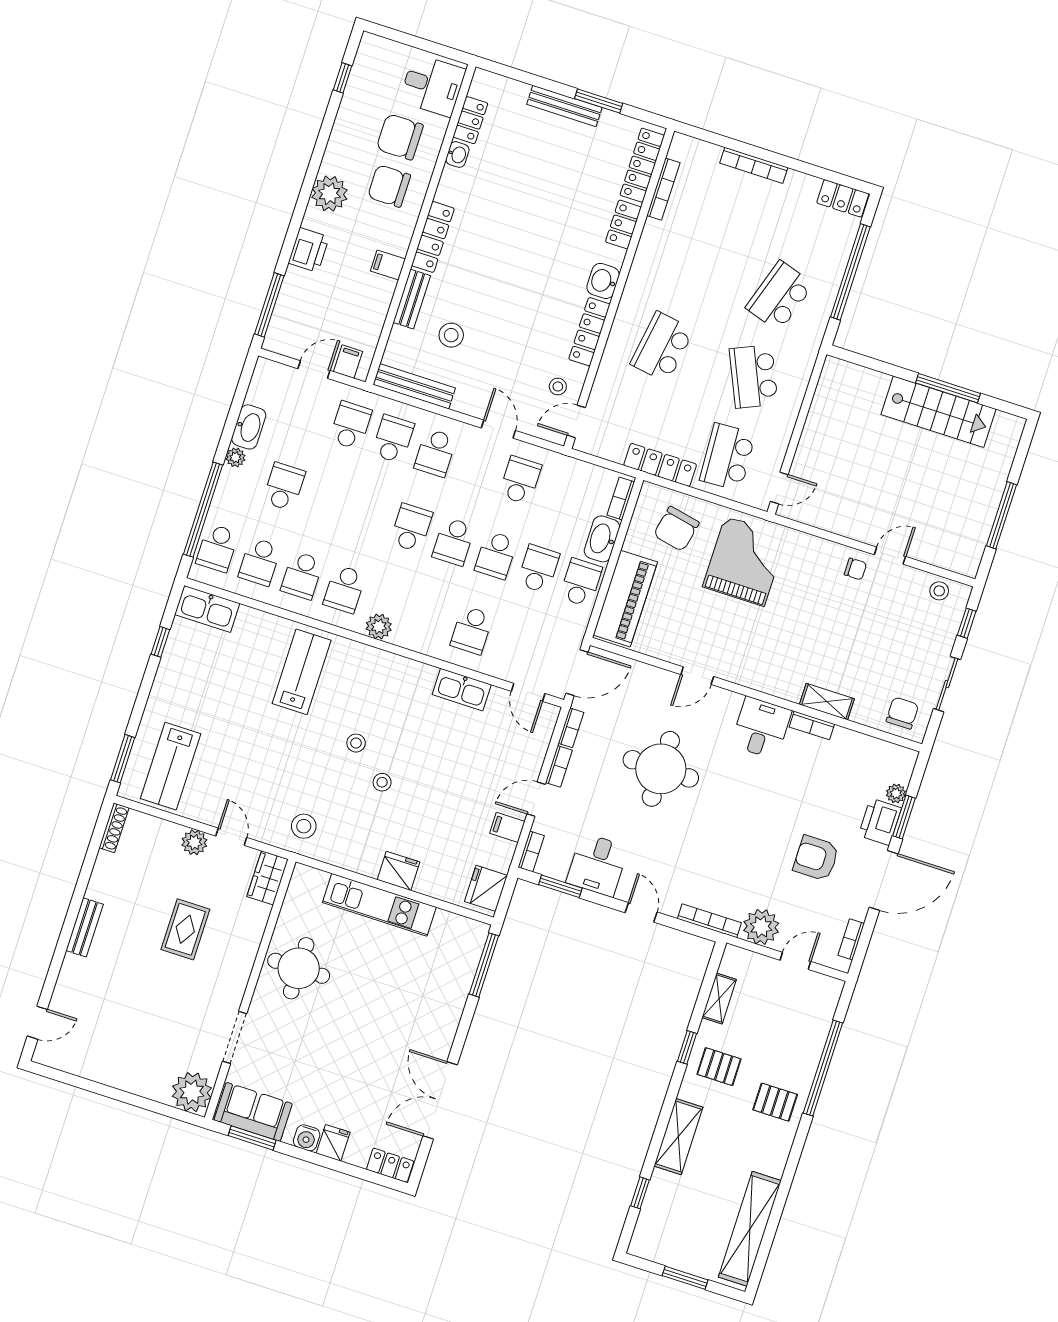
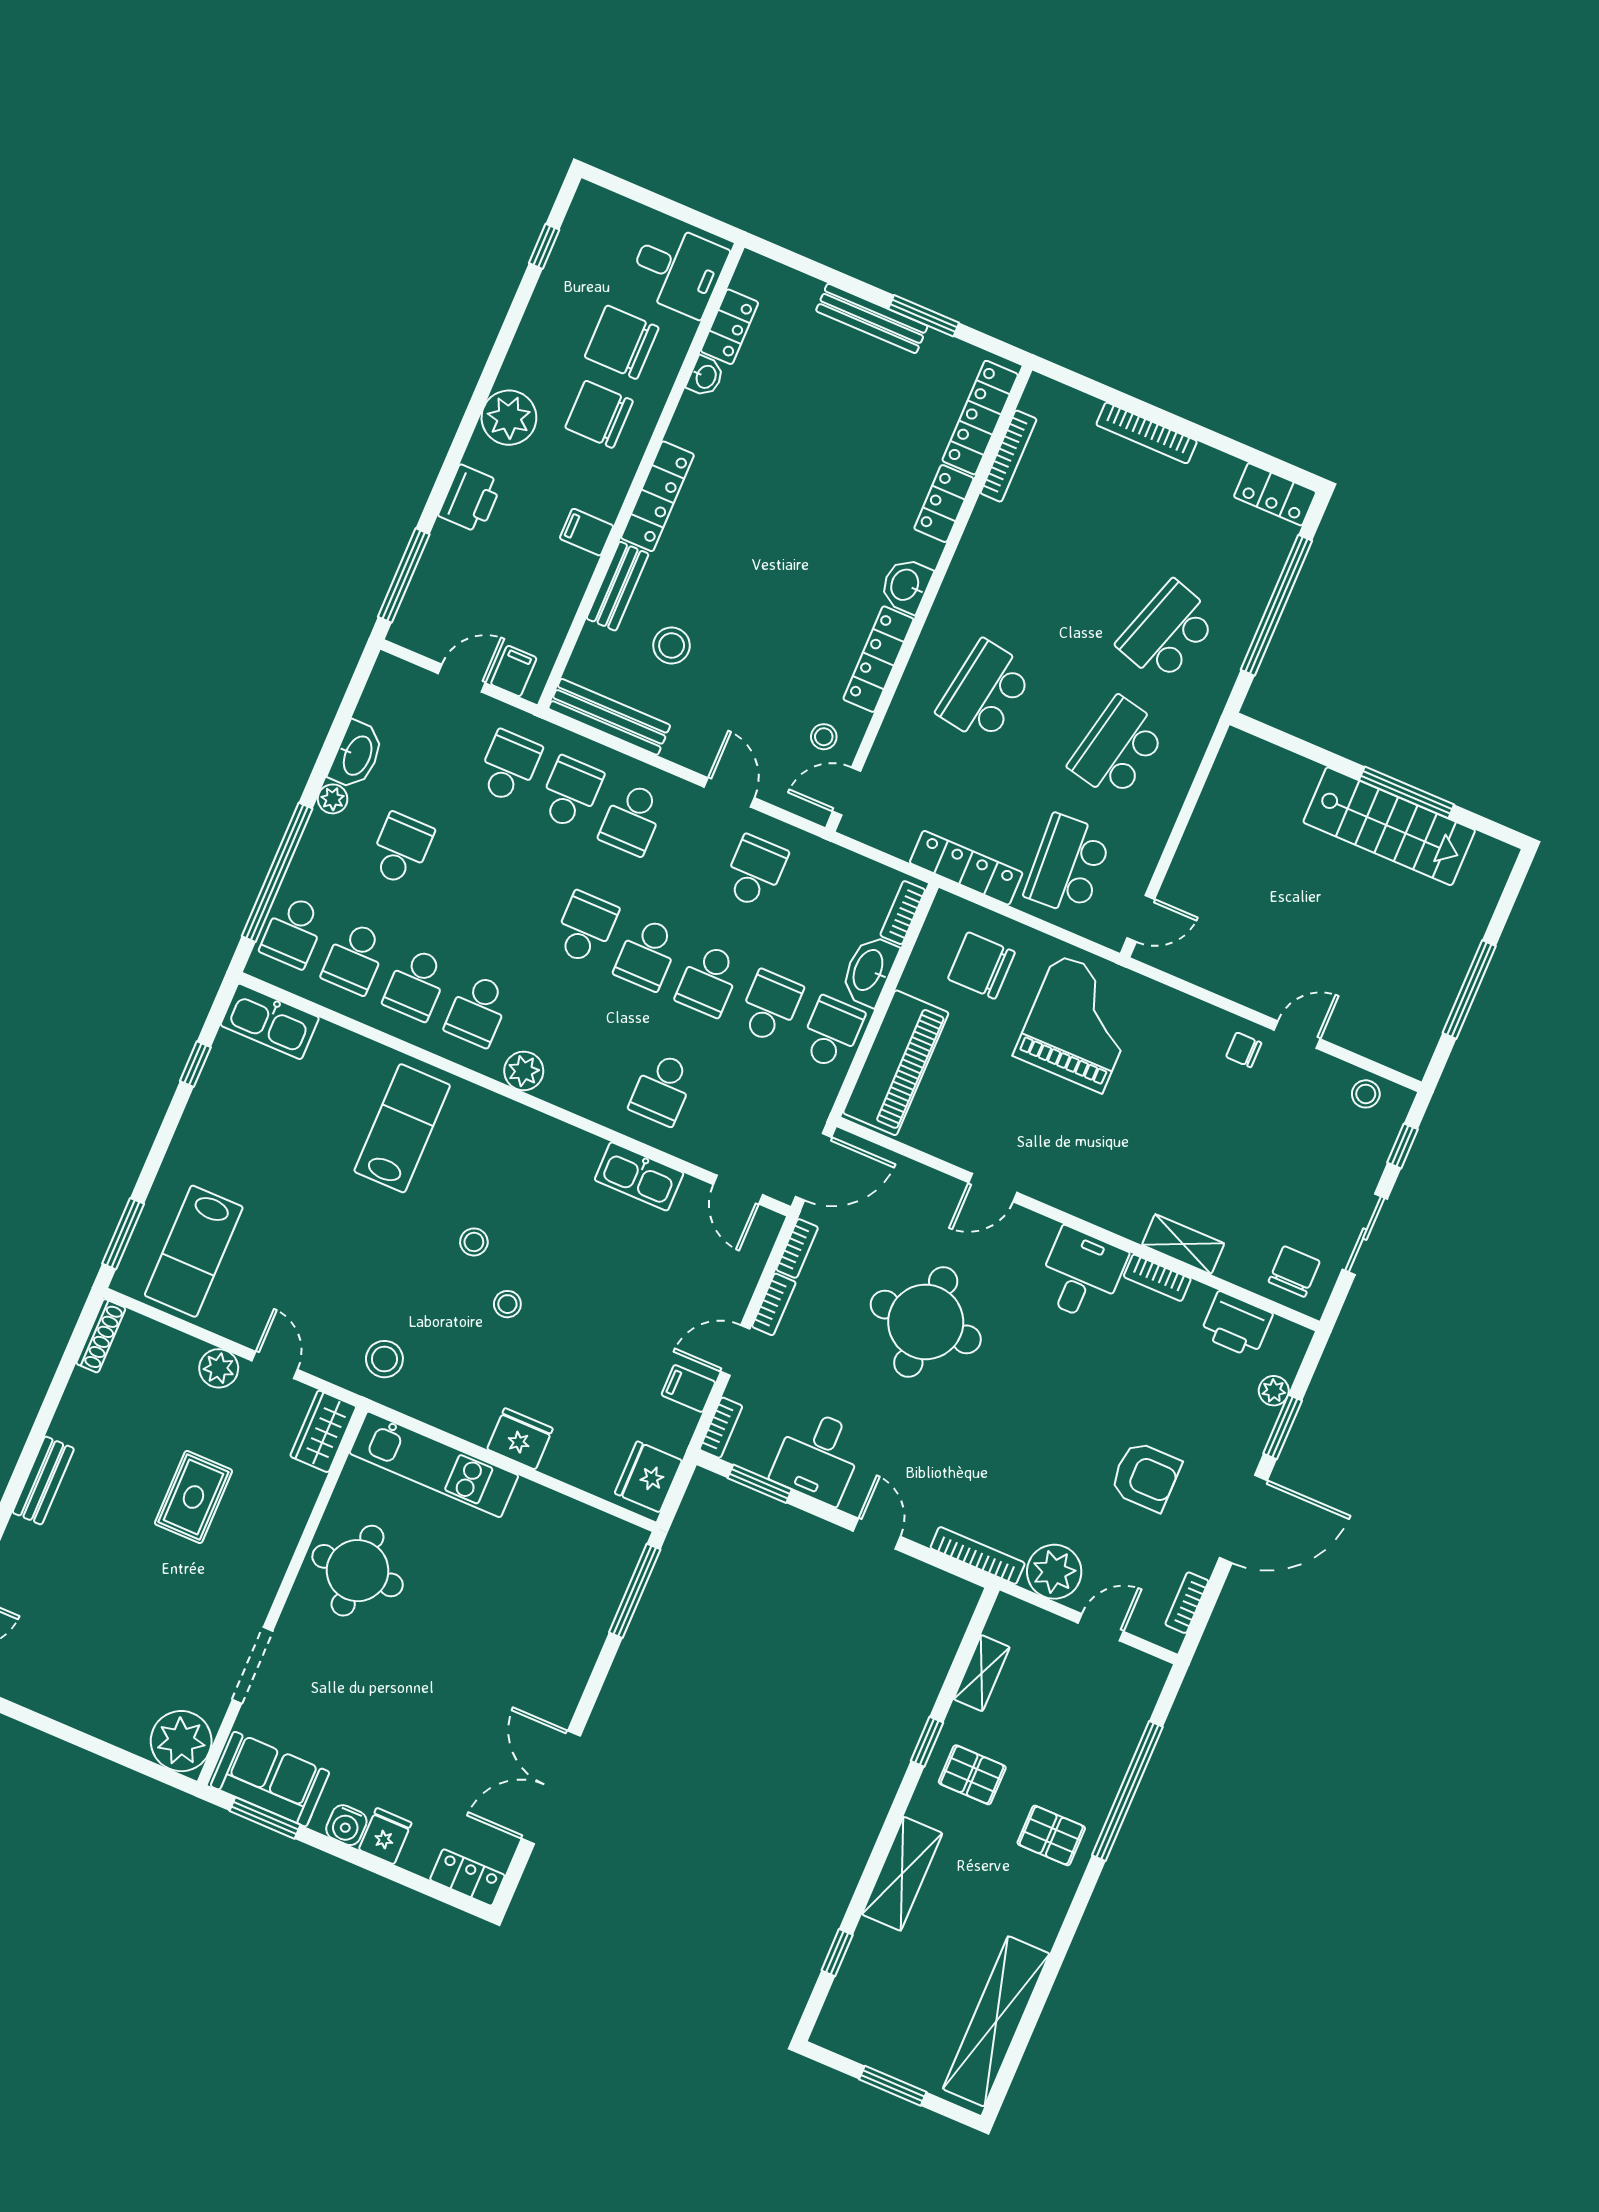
school desk: (754, 376) -> (1118, 748), turned 36
chair: (676, 529) -> (981, 965), turned 78
chair: (855, 569) -> (1244, 1050), turned 180
printer: (880, 822) -> (1236, 1325), moved, turned -90
armchair: (816, 858) -> (1146, 1476), turned 180
kitchen unit: (379, 905) -> (434, 1464), moved

